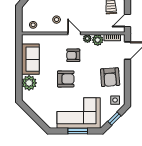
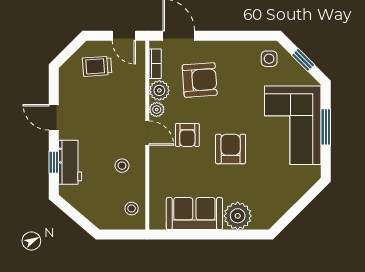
door: (74, 33) -> (147, 133), swing flipped
armchair: (110, 77) -> (200, 80), moved

